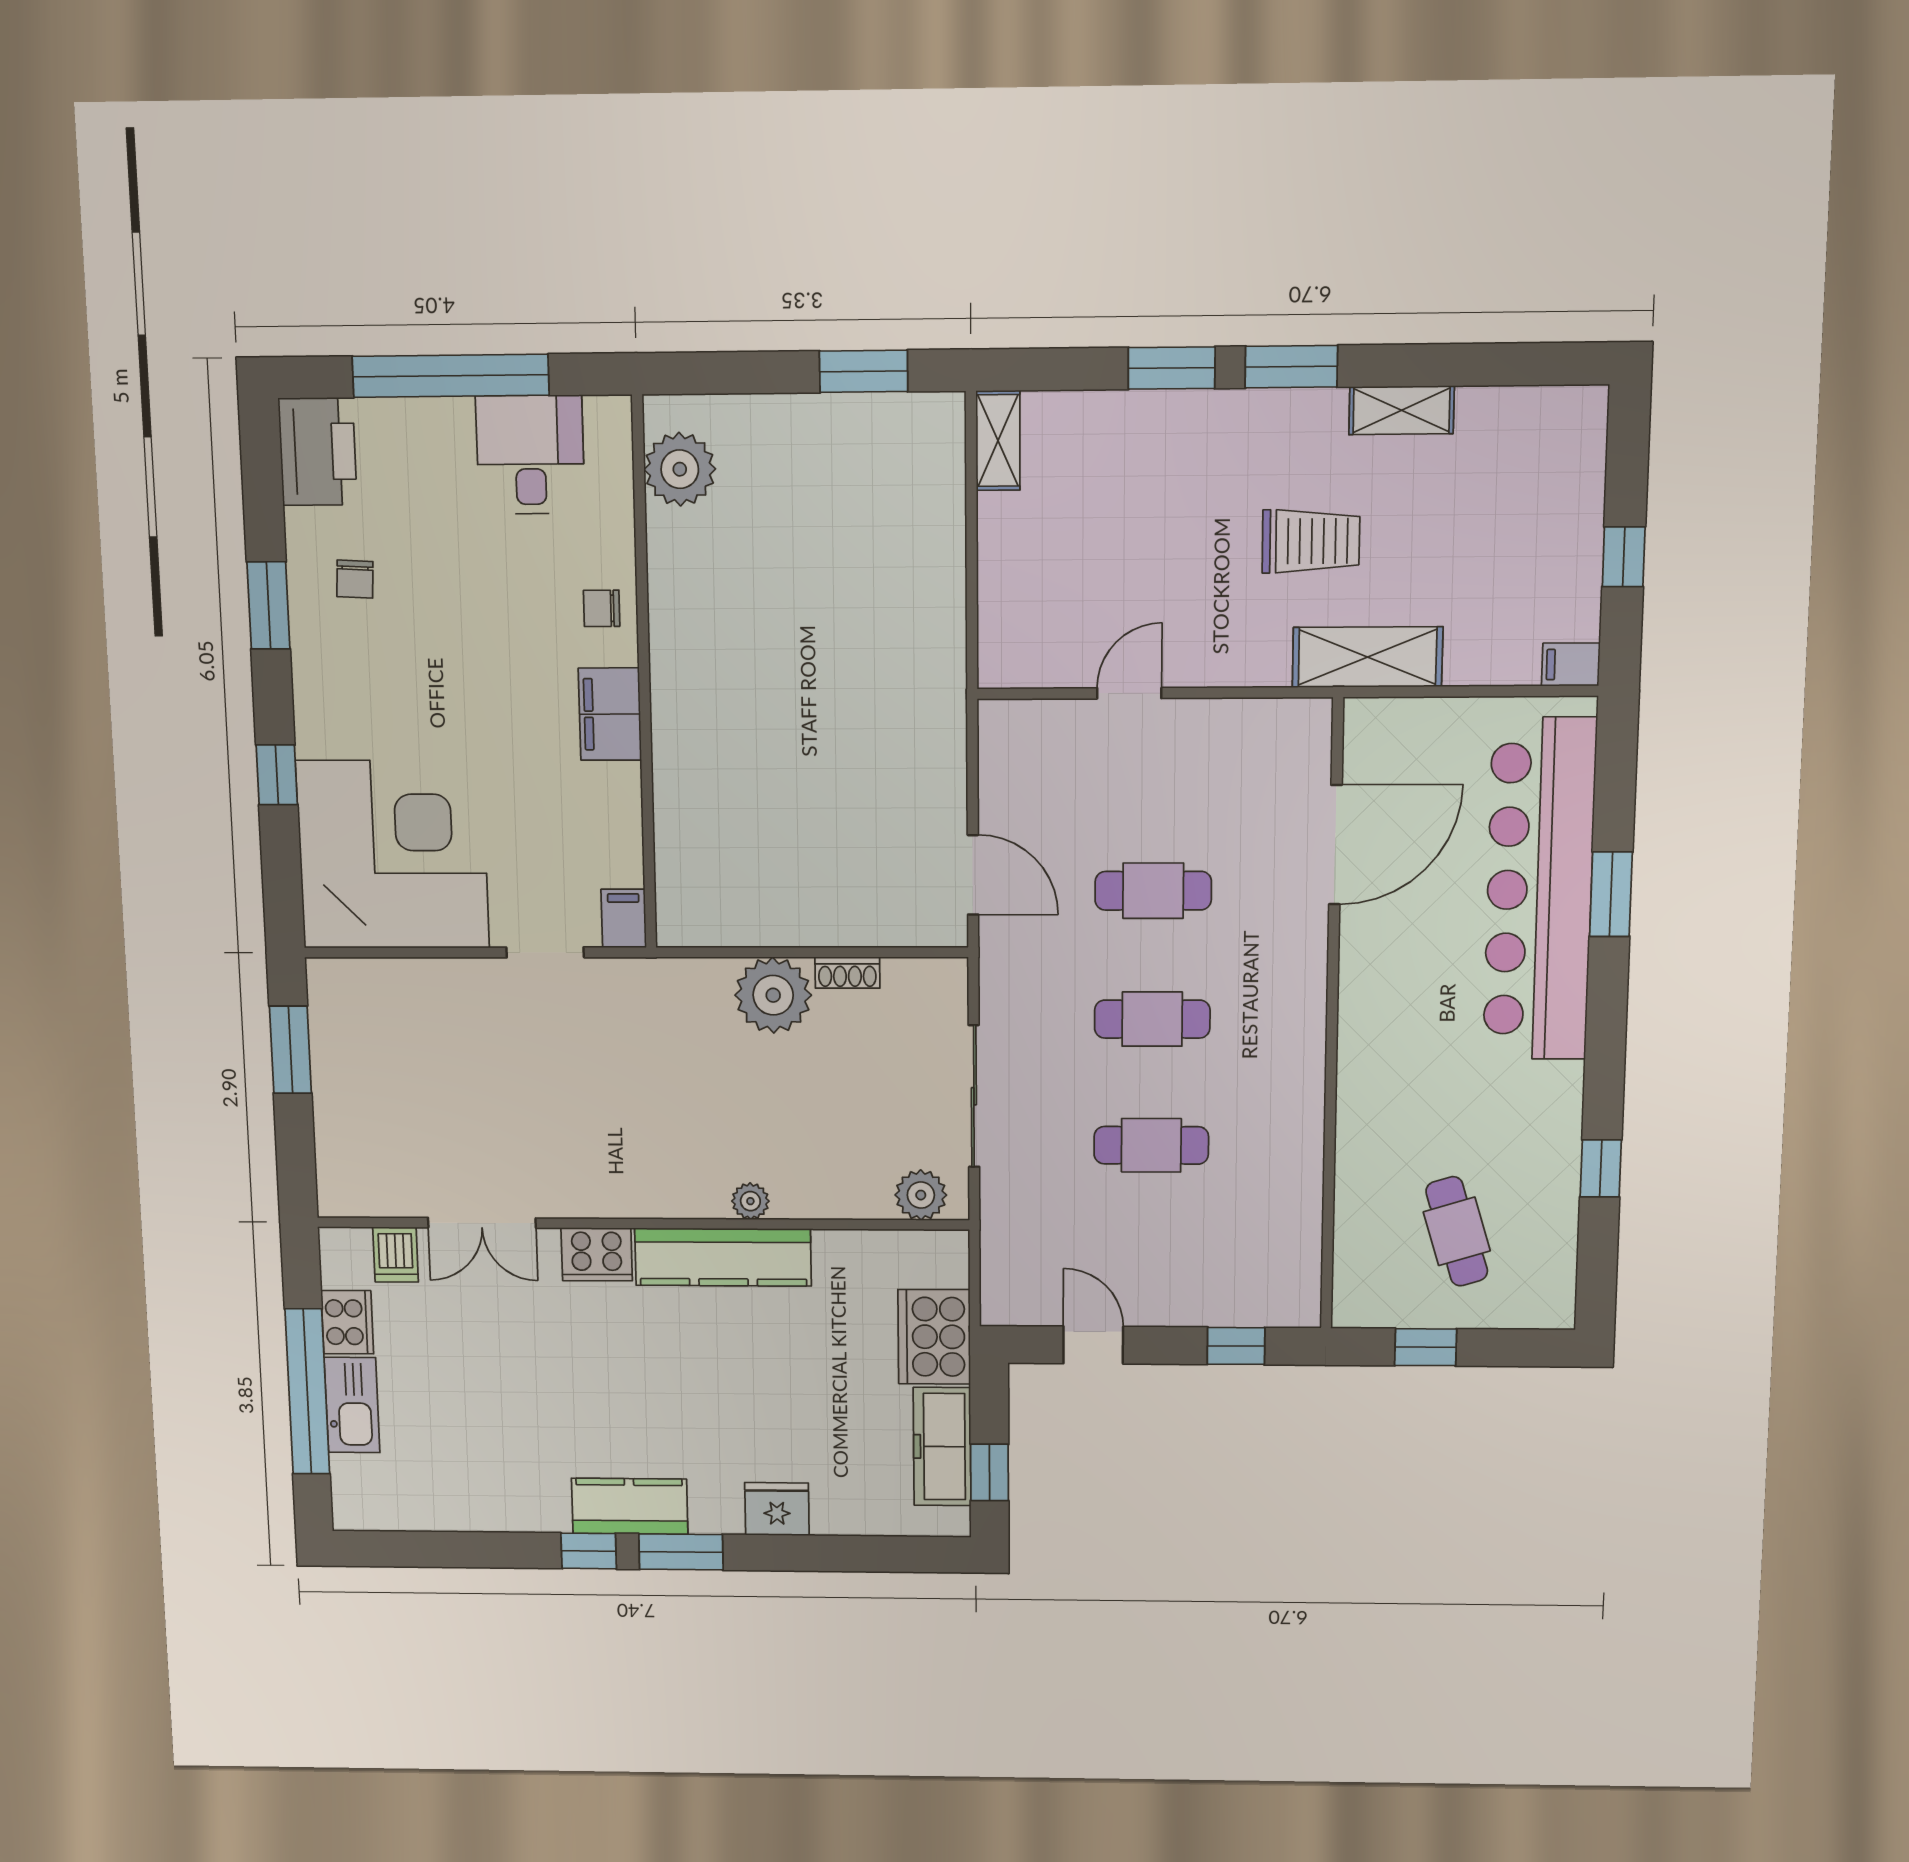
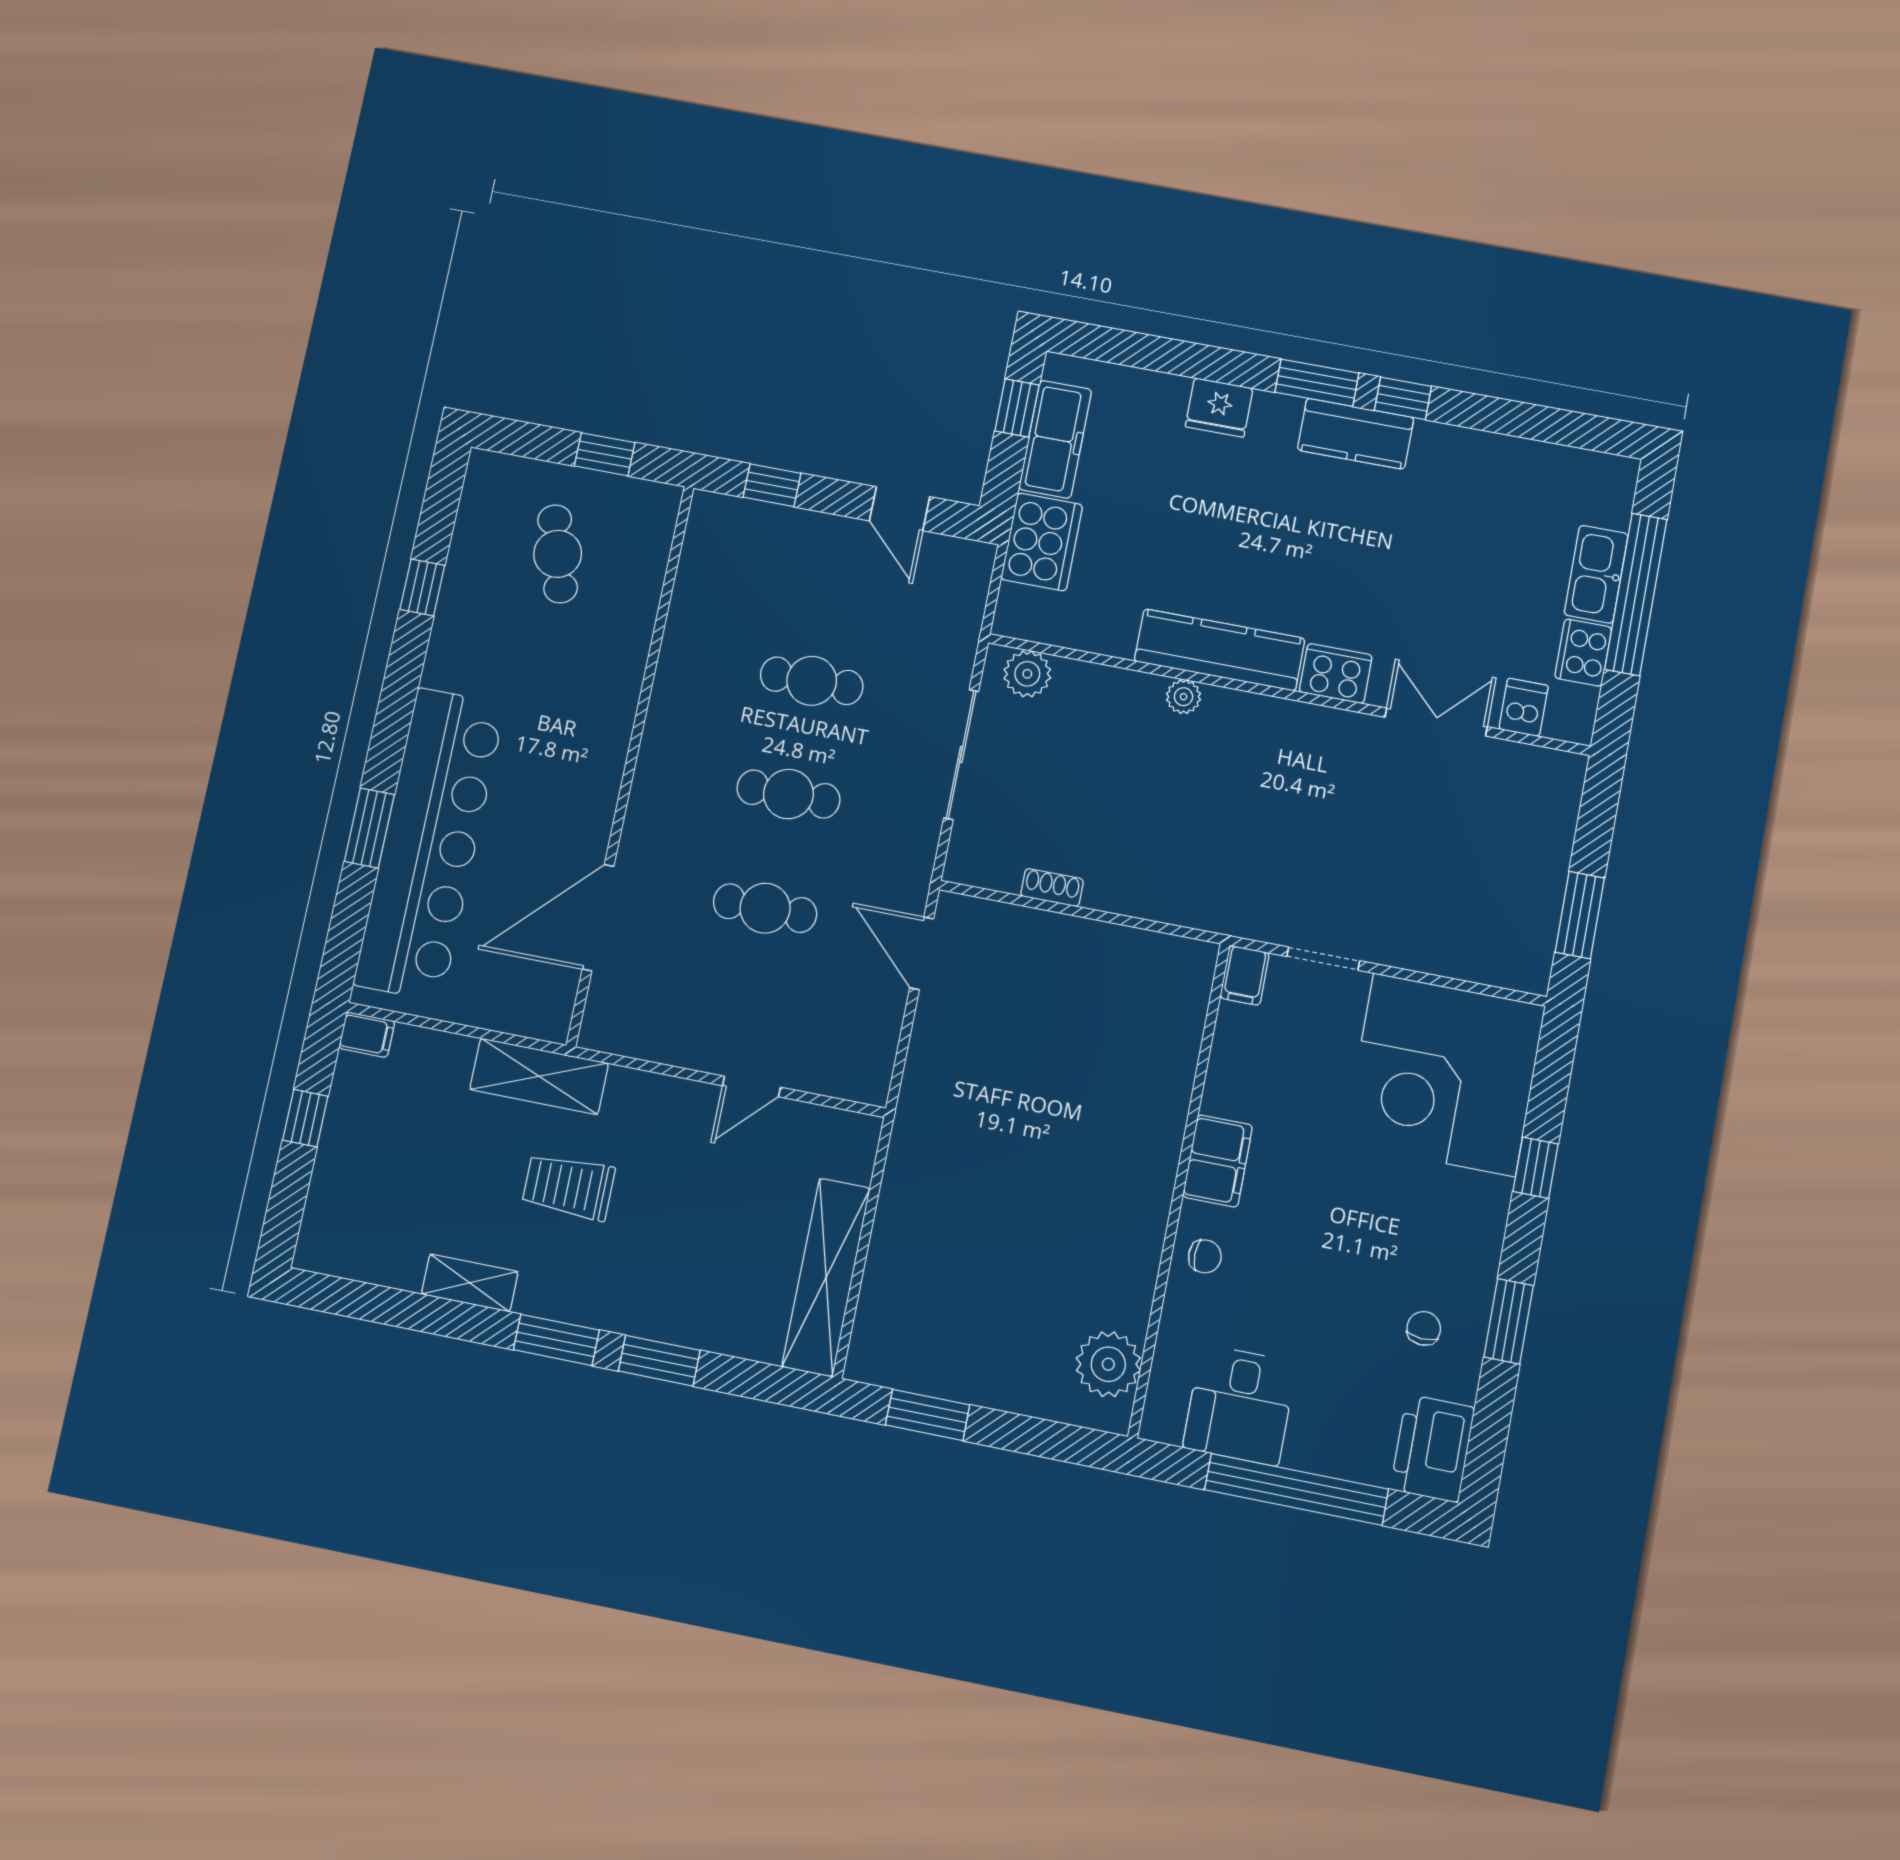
shelving: (998, 440) -> (826, 1277), width x2.20, depth x1.33
plant: (773, 995) -> (1123, 880), removed

